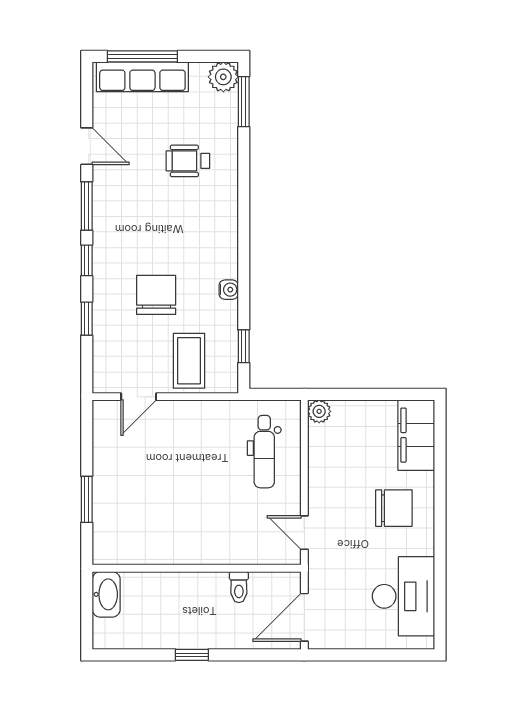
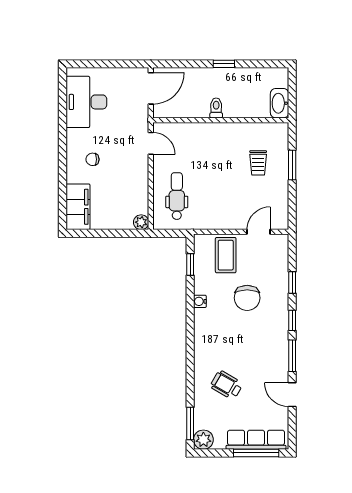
wheelchair: (188, 161) -> (226, 385), turned -150
trolley: (139, 503) -> (258, 163), added
chair: (394, 508) -> (92, 159), width x0.54, depth x0.54
toilet: (239, 587) -> (216, 108), moved

